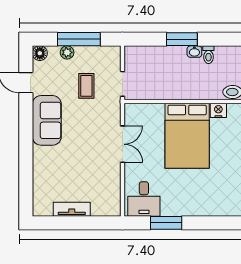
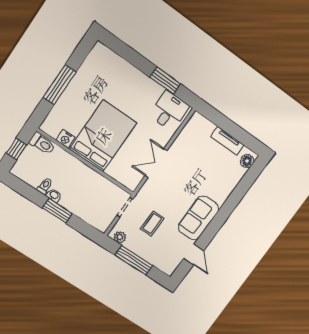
plant: (67, 52) -> (120, 237), moved
floor lamp: (40, 53) -> (247, 161), moved

